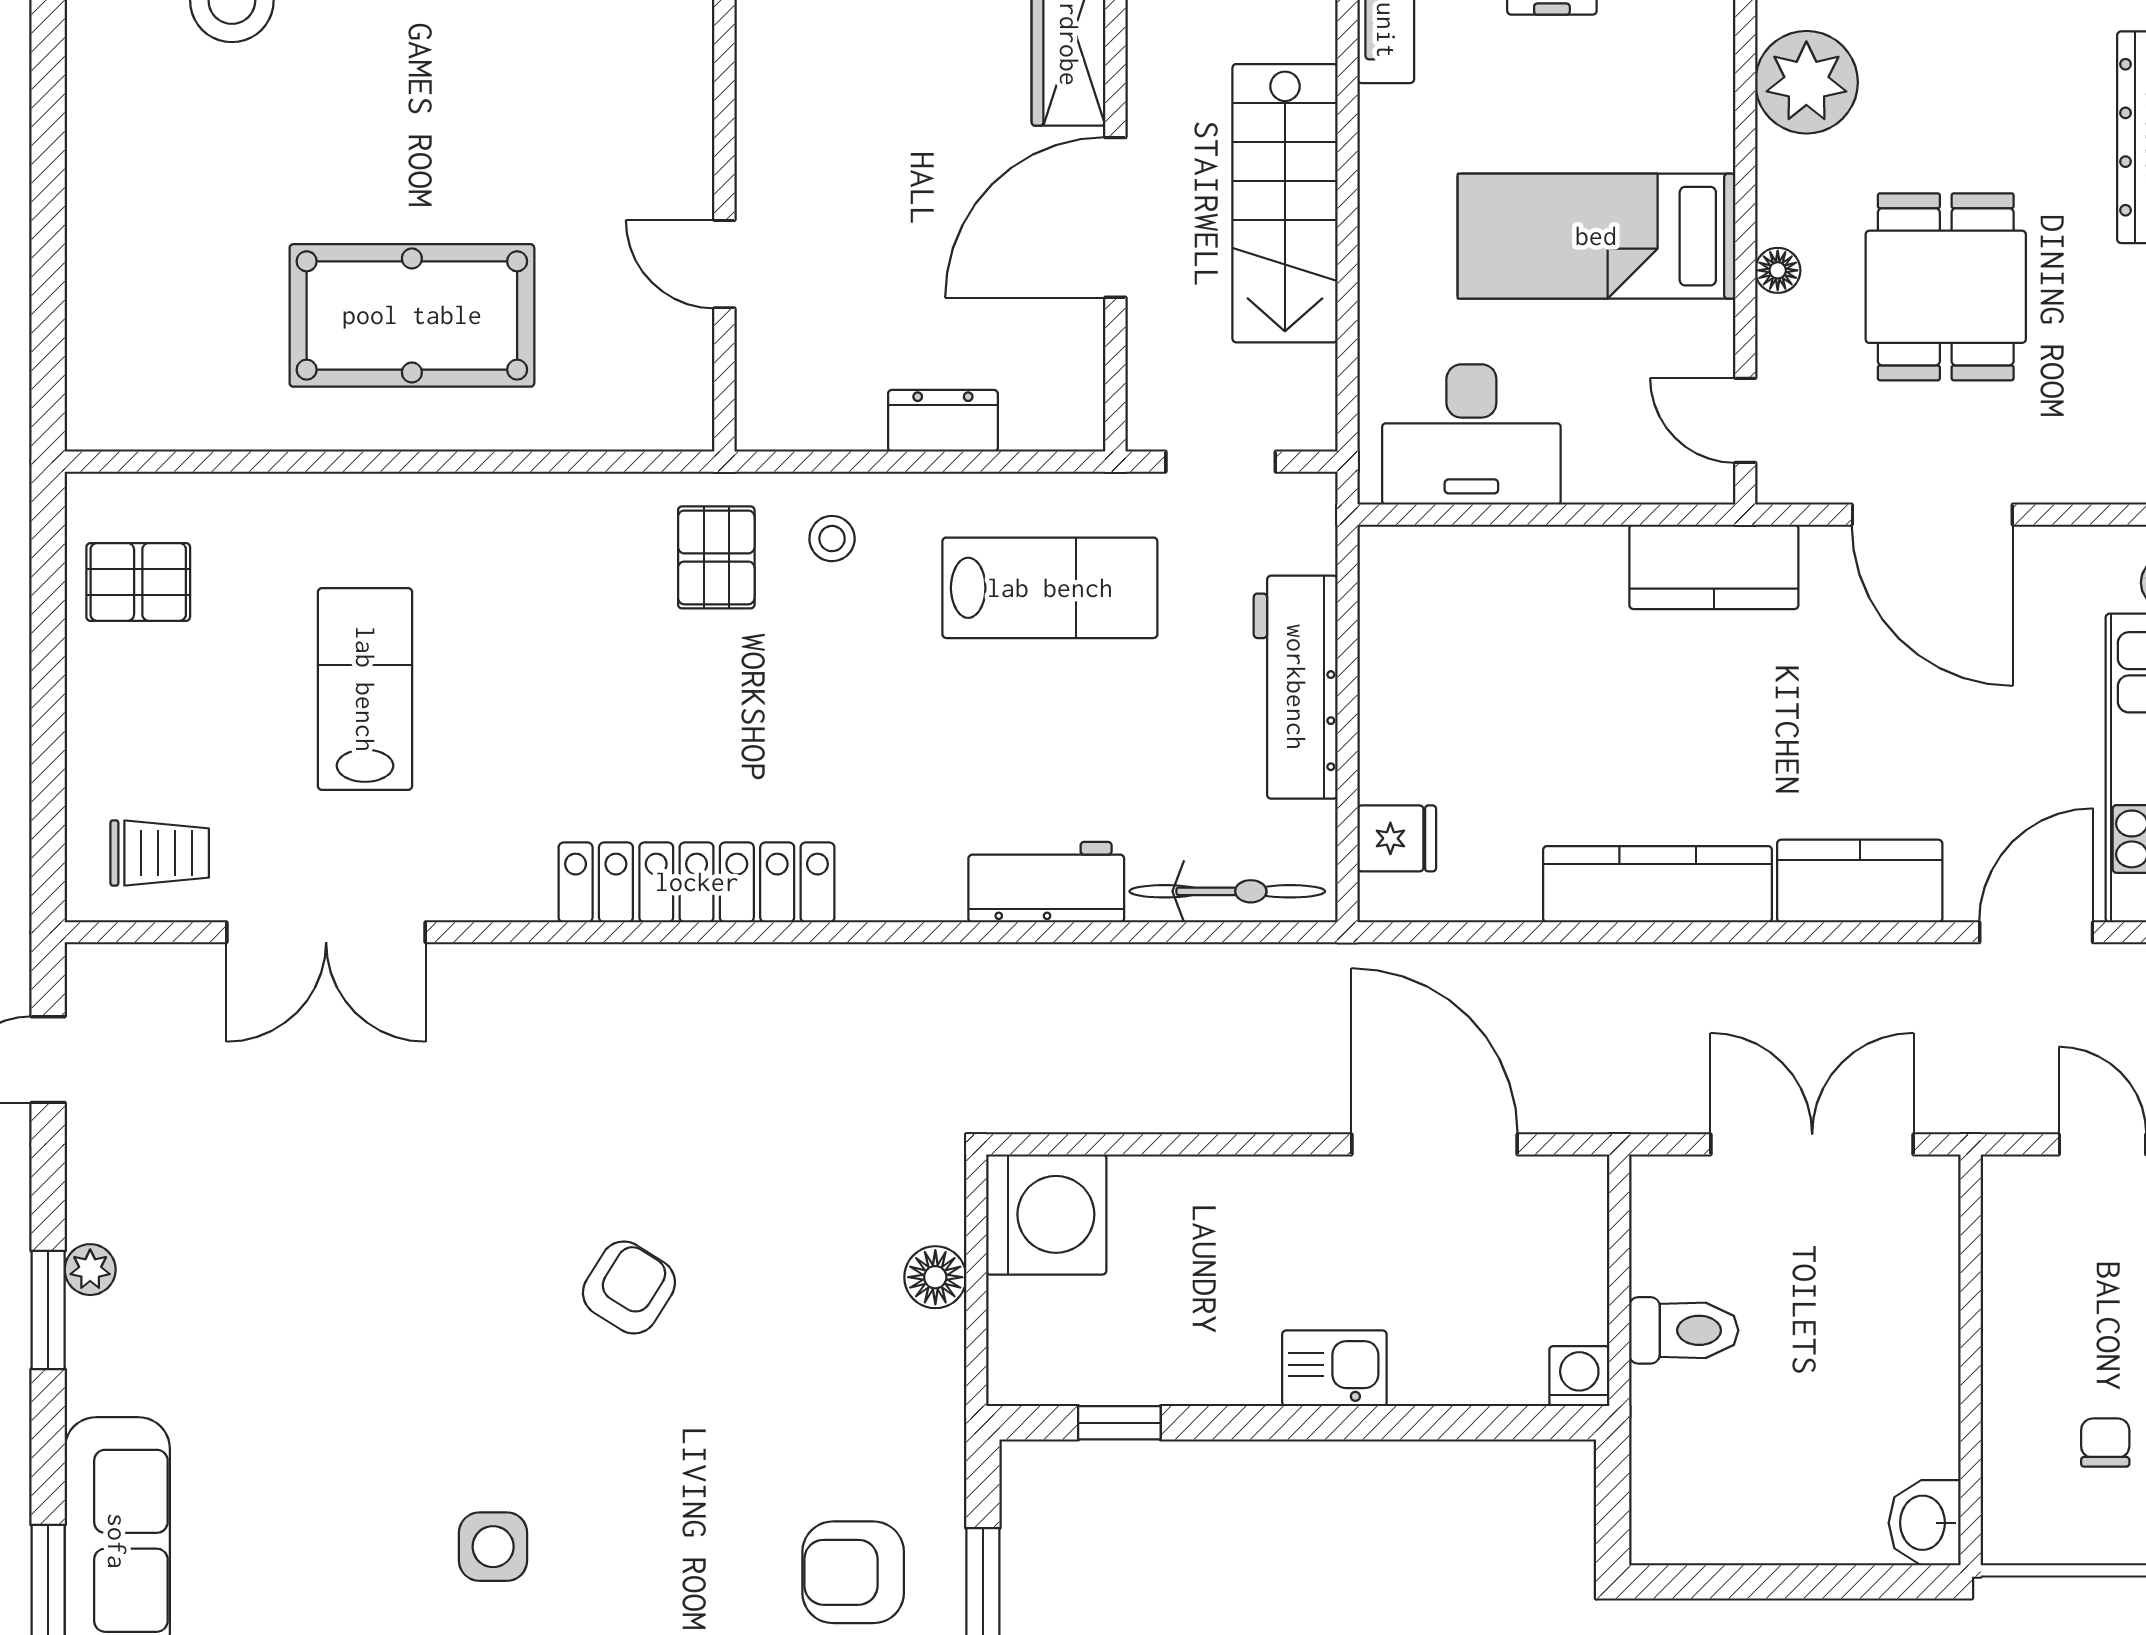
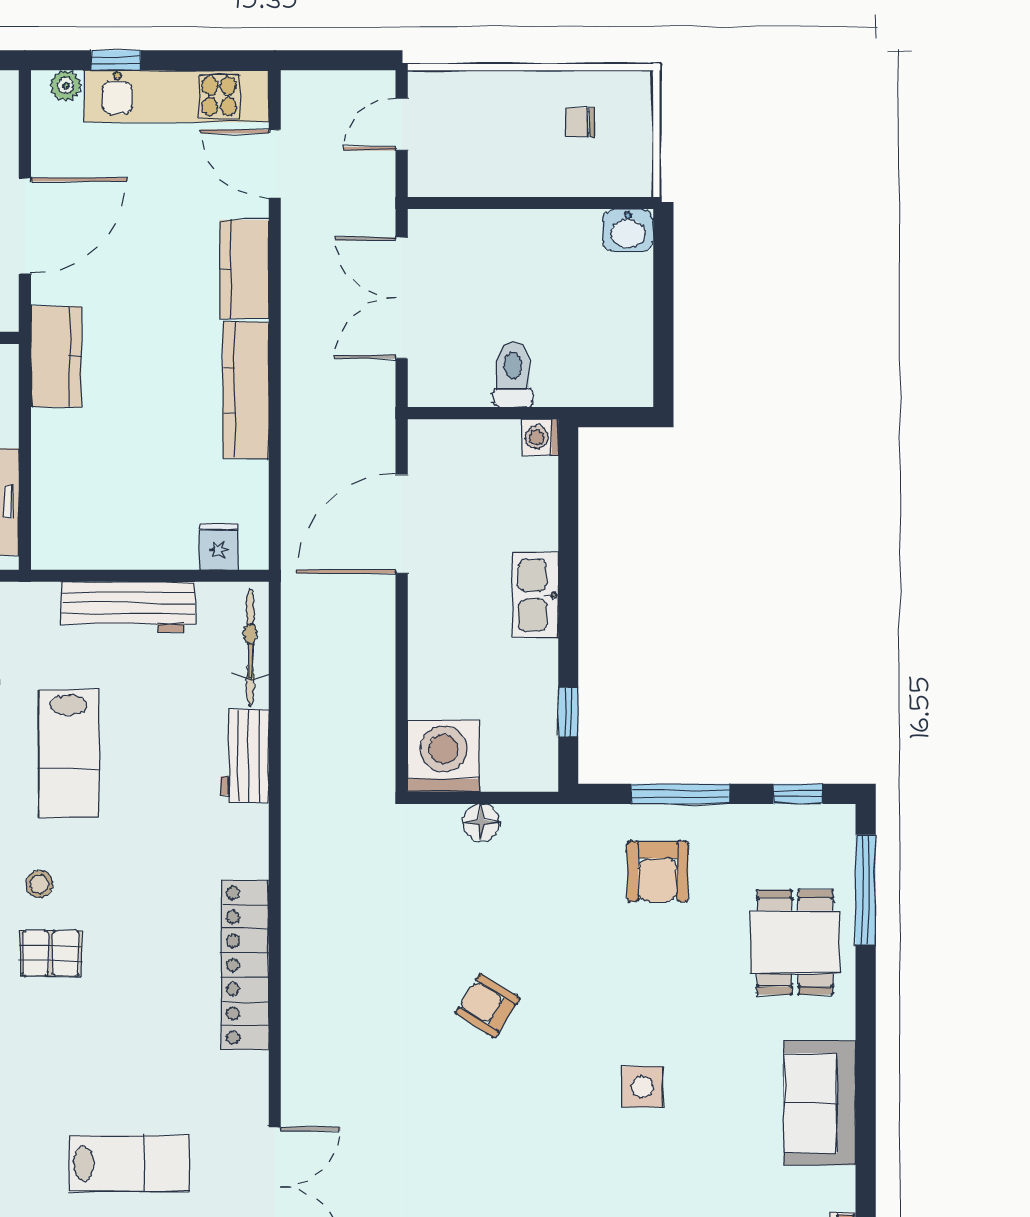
lab bench: (1050, 588) -> (69, 754), turned 180
lab bench: (365, 689) -> (129, 1163), turned 180
kitchen sink: (1334, 1368) -> (536, 595), width x1.38

